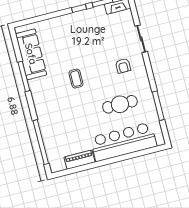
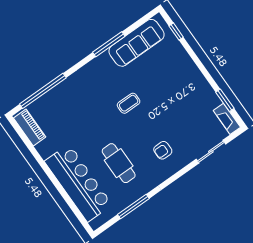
window: (79, 8) -> (176, 32), moved
sliding door: (141, 39) -> (211, 152), moved
piano: (80, 160) -> (30, 127), moved

